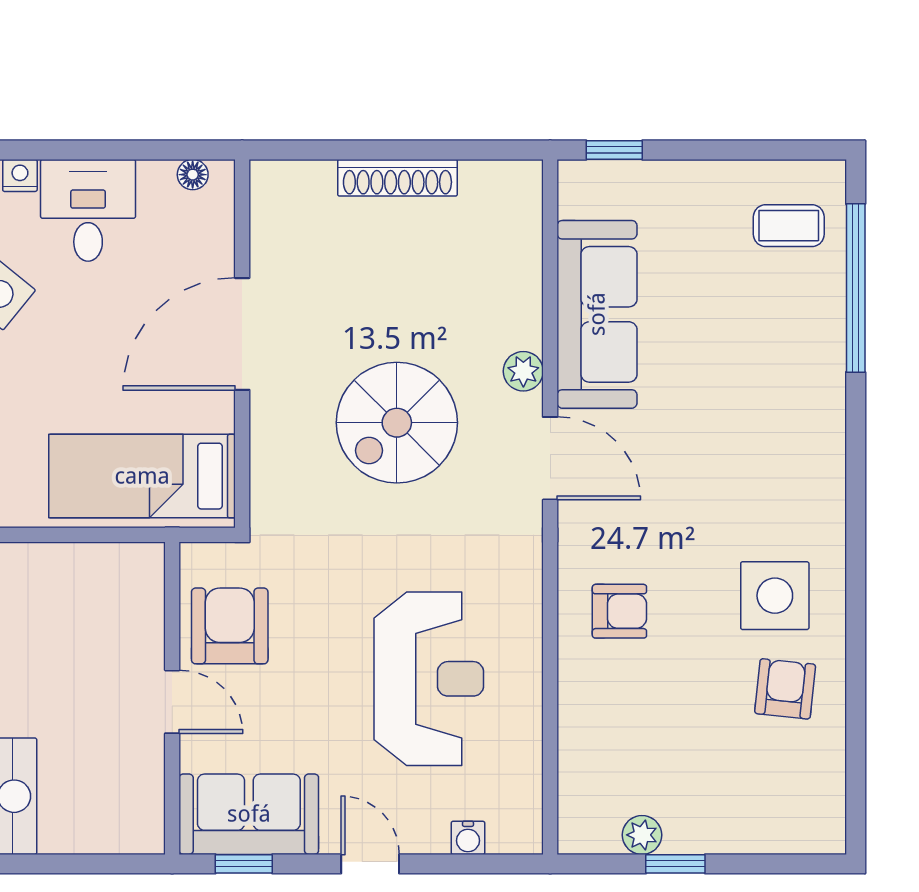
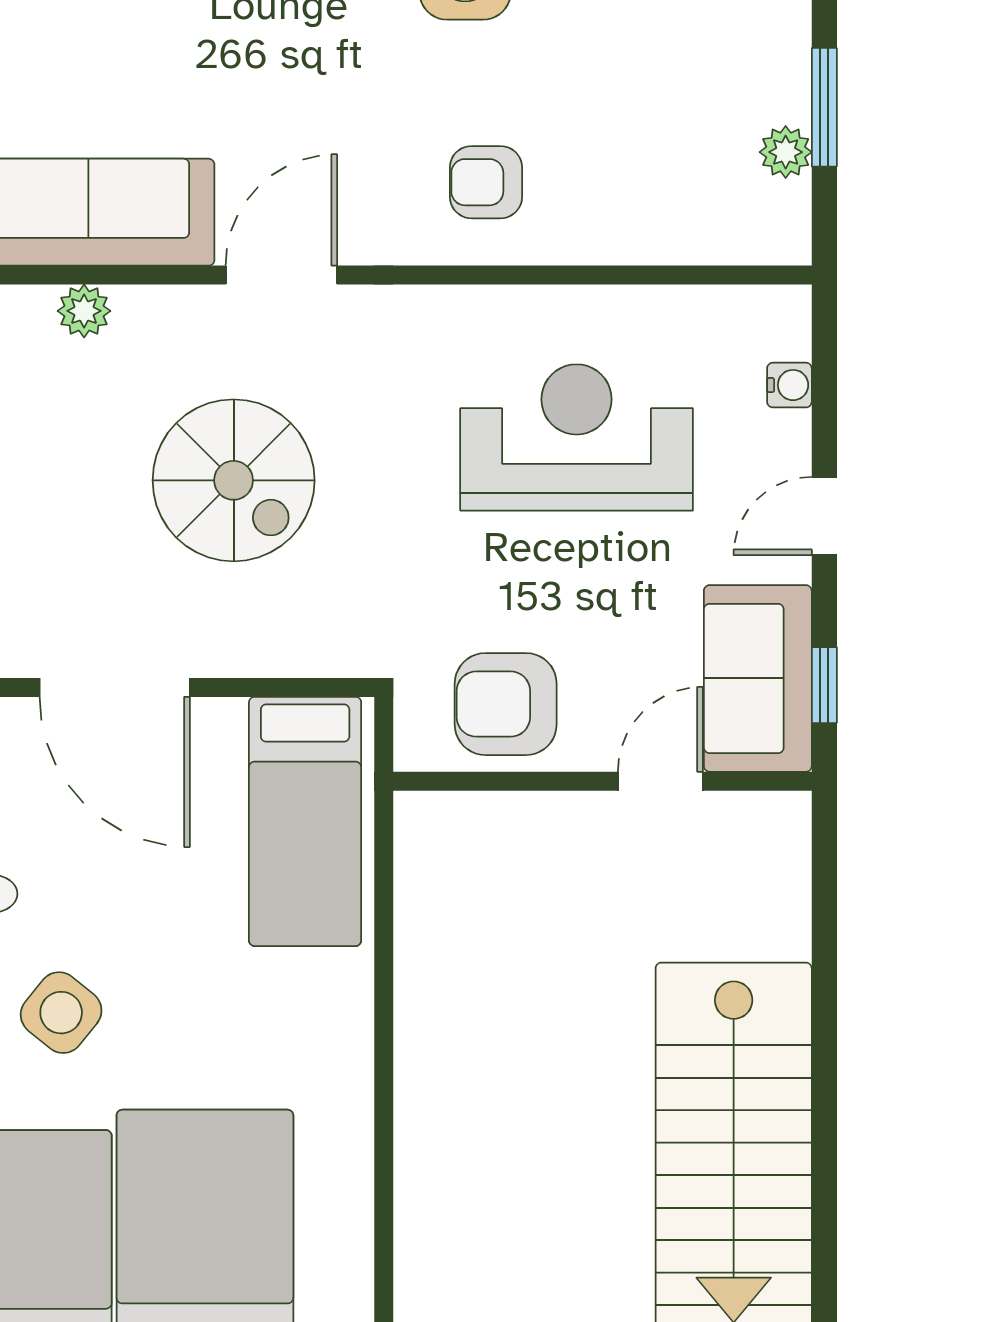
plant: (523, 371) -> (84, 311), moved
armchair: (619, 611) -> (486, 182), turned -90
door: (172, 702) -> (660, 781), moved
window: (675, 864) -> (824, 107), width x1.50

